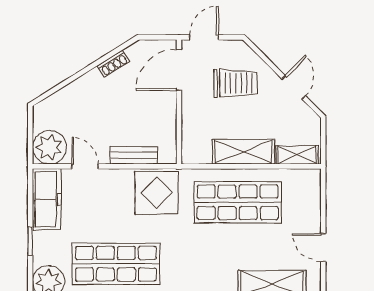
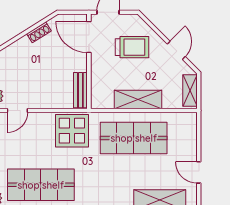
door: (179, 70) -> (89, 37), hinge flipped
bench: (134, 155) -> (80, 90), moved, turned 90
shelving: (297, 155) -> (190, 90), moved, turned 90
door: (85, 166) -> (17, 111), swing flipped

